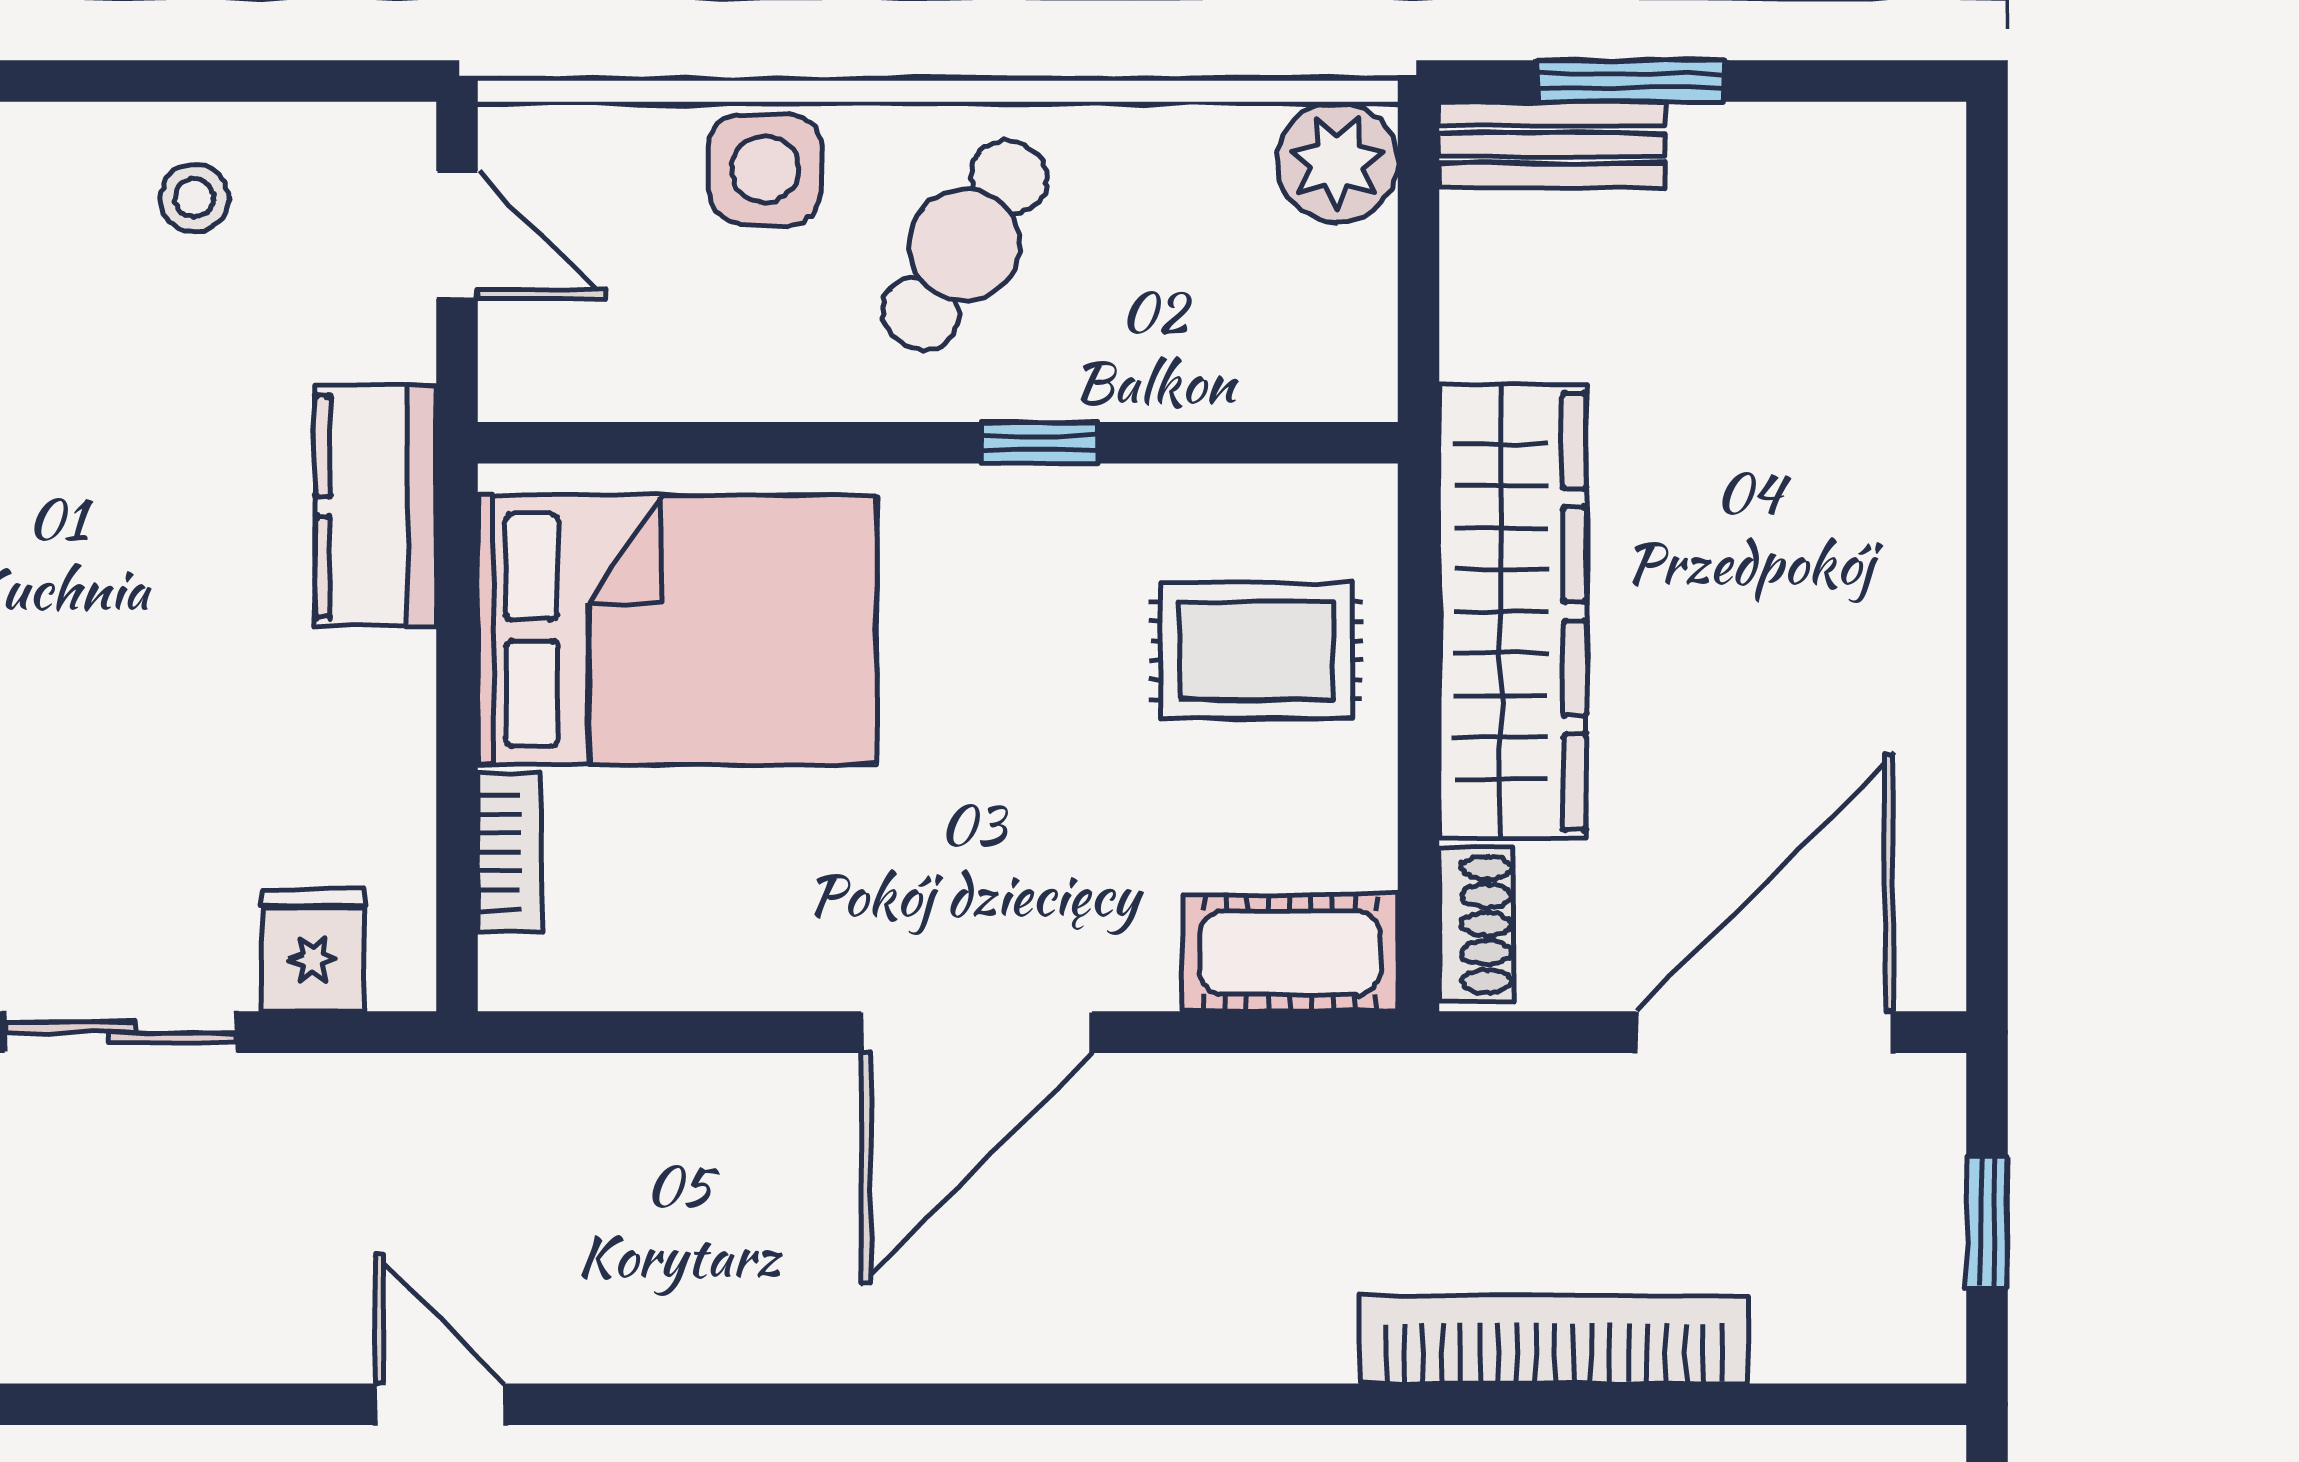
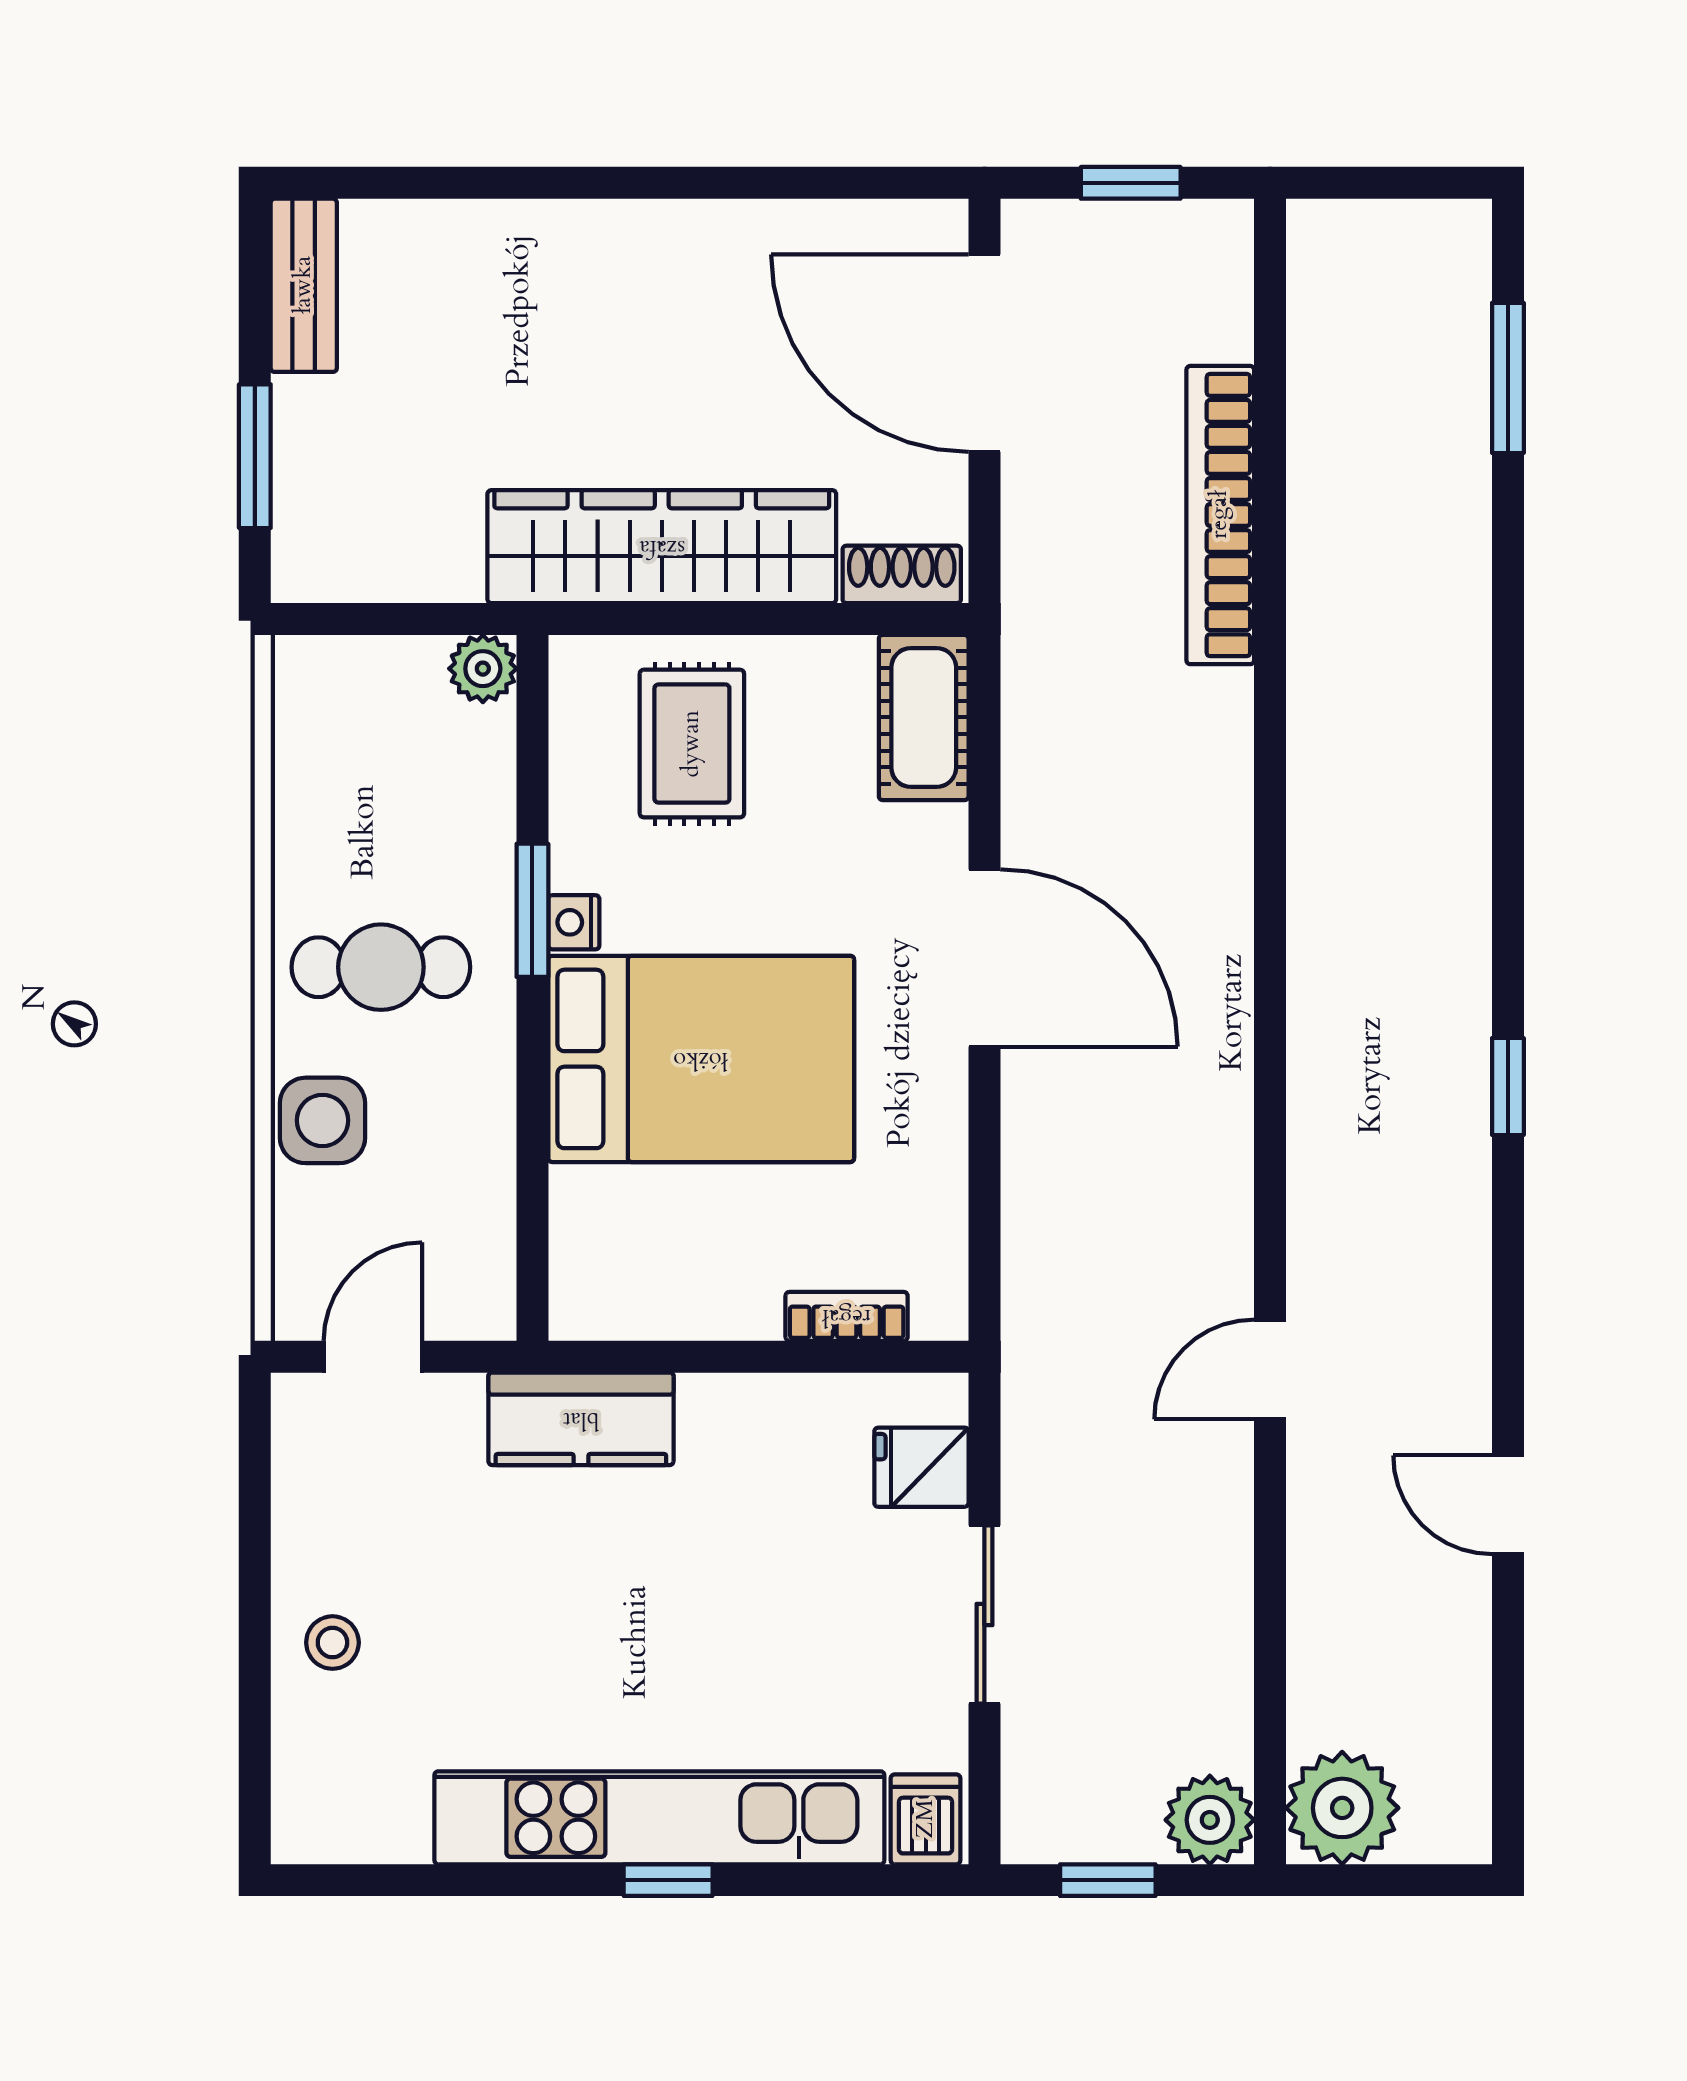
bench: (1552, 145) -> (304, 285), moved
plant: (1337, 162) -> (483, 669), moved, width x0.73, depth x0.73
stool: (195, 198) -> (332, 1643), moved
cafe table: (965, 245) -> (381, 967), turned -33
window: (1039, 443) -> (532, 910), width x1.50
nightstand: (1023, 497) -> (574, 922), added
bed: (677, 630) -> (701, 1059), moved, turned 90

